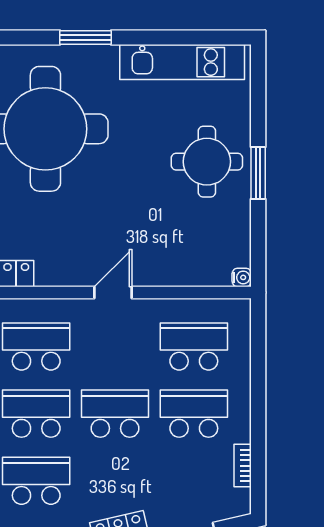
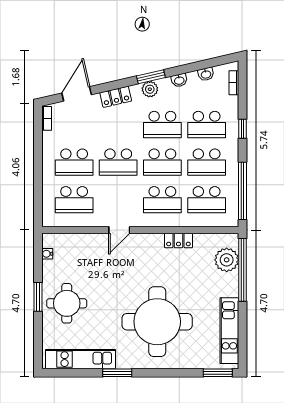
window: (86, 38) -> (117, 373), moved
water cooler: (242, 277) -> (47, 254), moved
bookcase: (243, 466) -> (47, 118), moved

